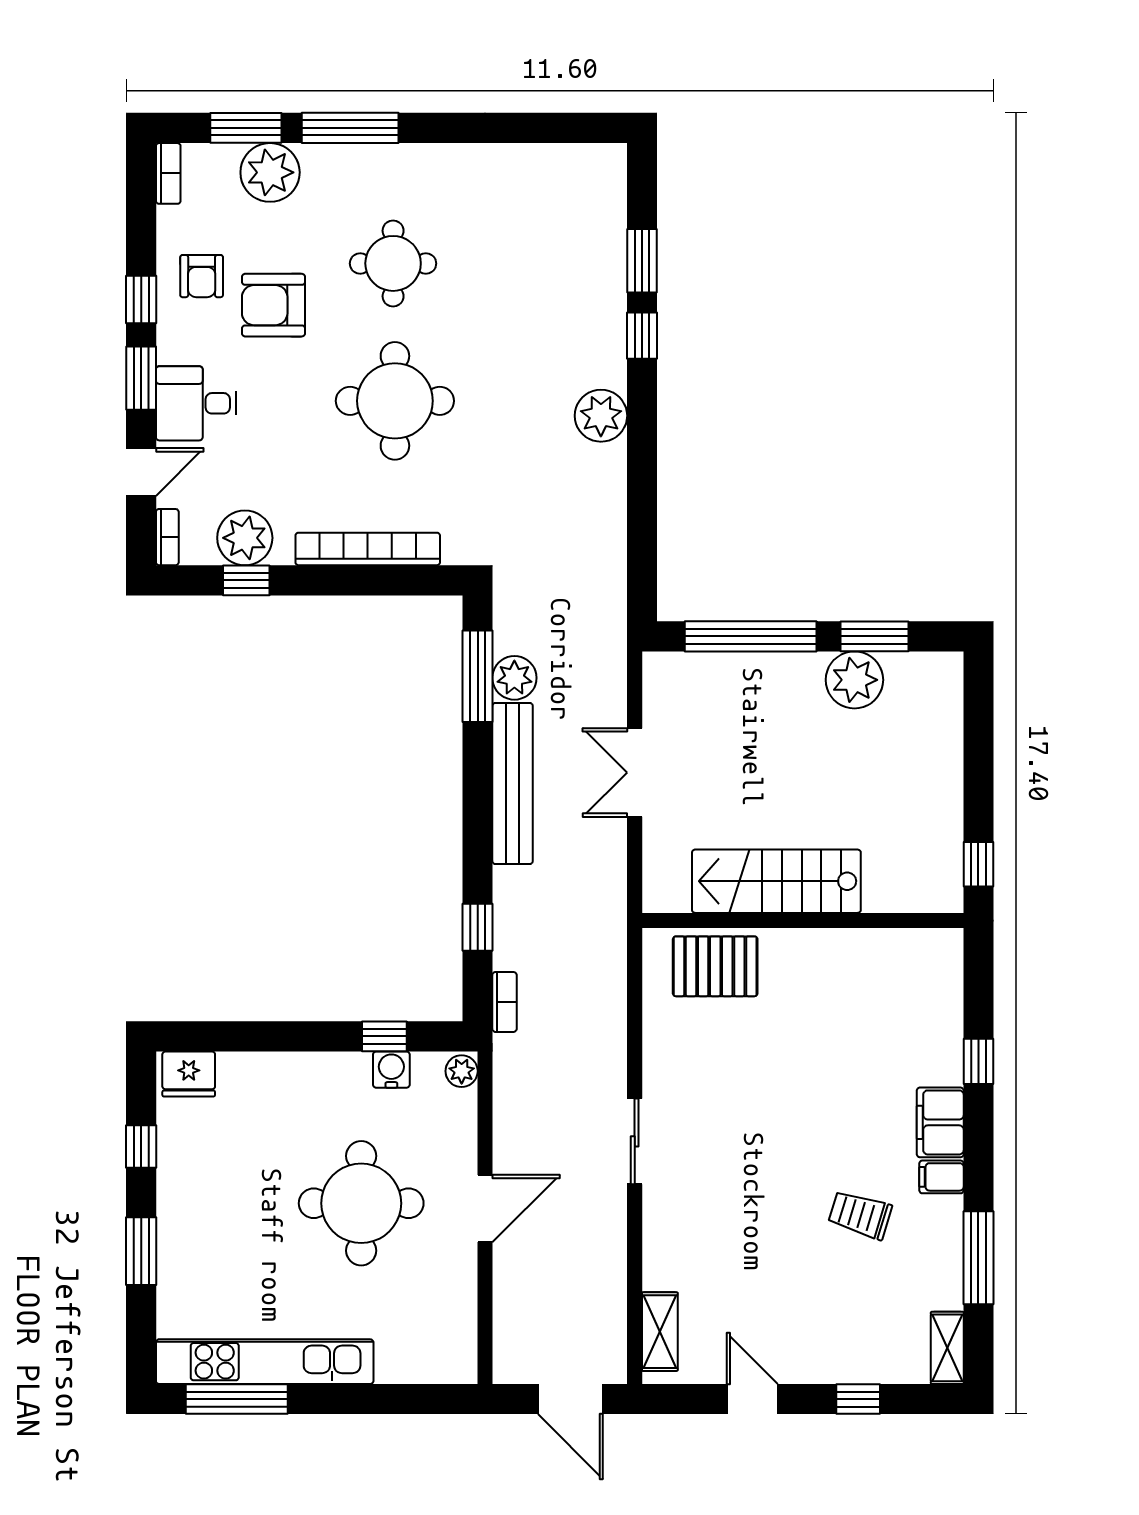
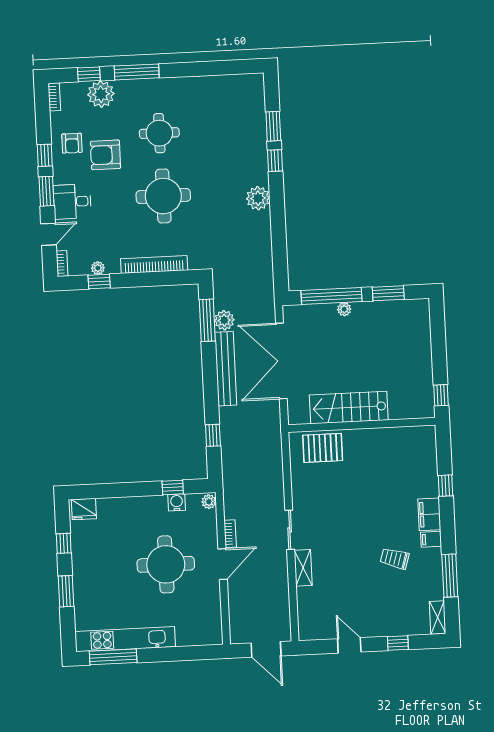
window: (246, 128) -> (89, 74), width x0.67
plant: (245, 538) -> (98, 268), width x0.53, depth x0.53
plant: (854, 680) -> (344, 309), moved, width x0.53, depth x0.53
double door: (635, 773) -> (281, 361), width x1.87
bookcase: (505, 1002) -> (230, 534), moved
shelving: (660, 1332) -> (303, 568), moved

